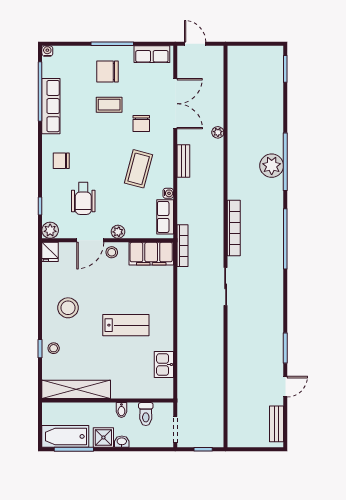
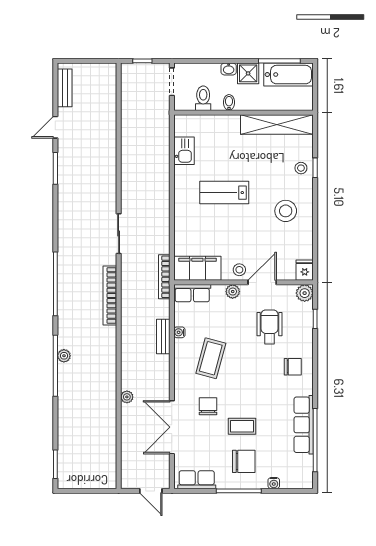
water cooler: (47, 51) -> (274, 483), moved
bench: (183, 161) -> (163, 336), moved
plant: (272, 166) -> (64, 356), width x0.53, depth x0.53
row of seats: (165, 217) -> (192, 293), moved, turned 90

